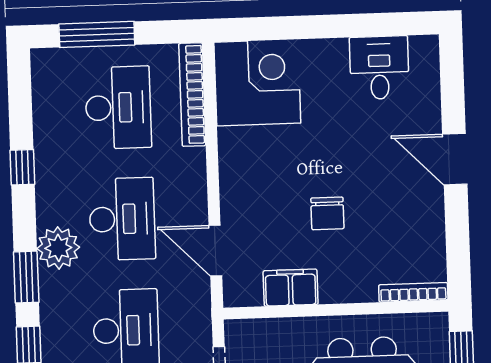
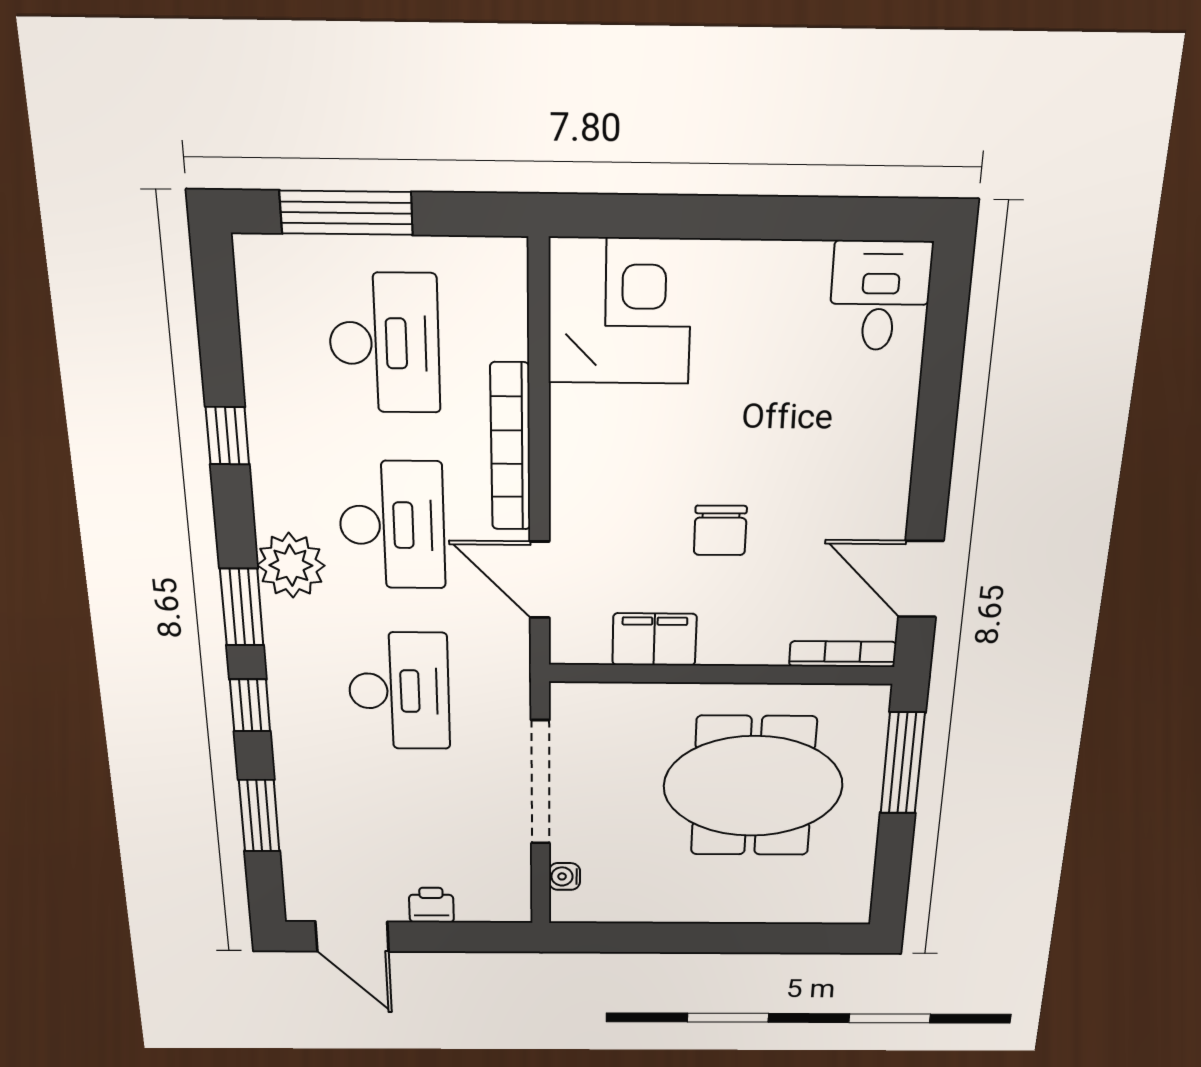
desk: (379, 68) -> (880, 296), moved
bookcase: (192, 95) -> (511, 447), moved
door: (455, 159) -> (921, 579), moved

